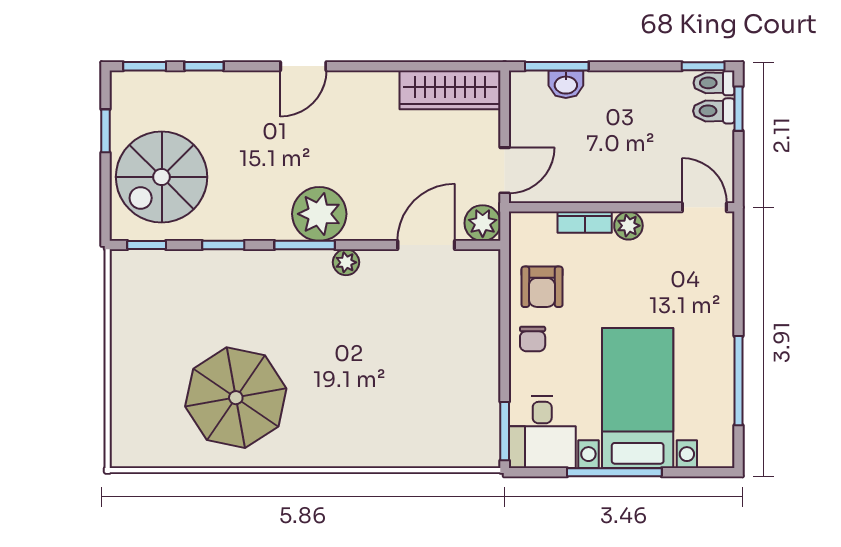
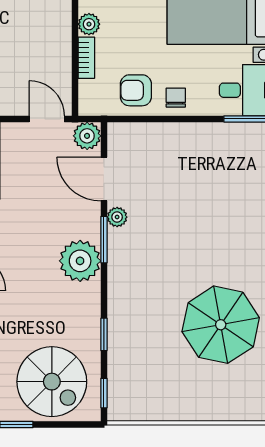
window: (305, 245) -> (104, 240), moved
plant: (346, 262) -> (117, 217), moved
armchair: (542, 287) -> (136, 90), turned 180
chair: (533, 339) -> (176, 98), turned -90

